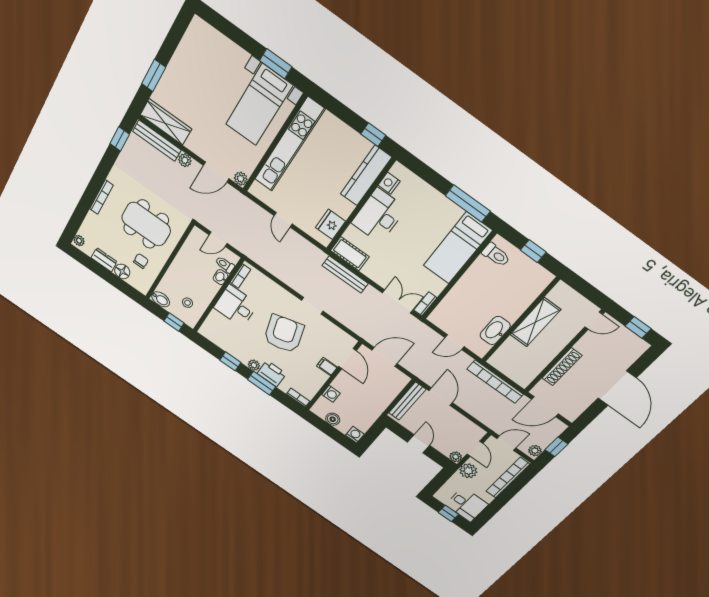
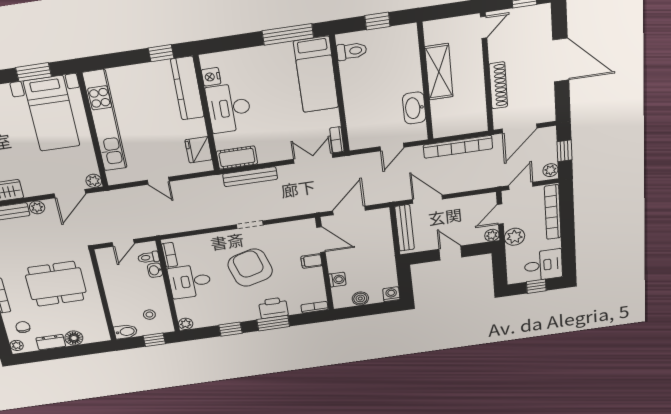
chair: (141, 261) -> (23, 327), moved
plant: (254, 365) -> (186, 324), moved
door: (475, 449) -> (500, 214), swing flipped

